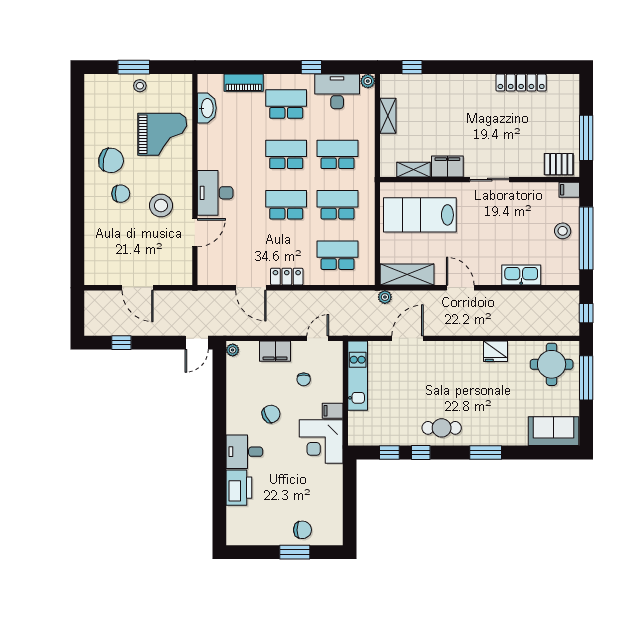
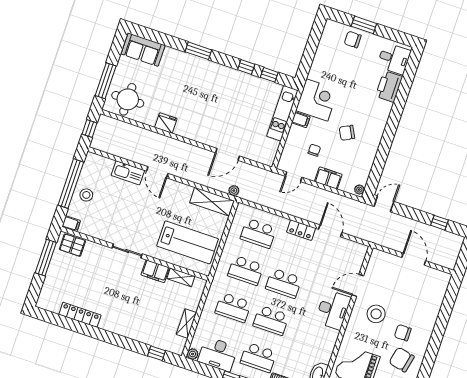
door: (460, 288) -> (157, 172), moved
kitchen unit: (358, 376) -> (282, 113), moved
cafe table: (442, 428) -> (225, 80), removed
desk: (244, 452) -> (394, 59), moved

